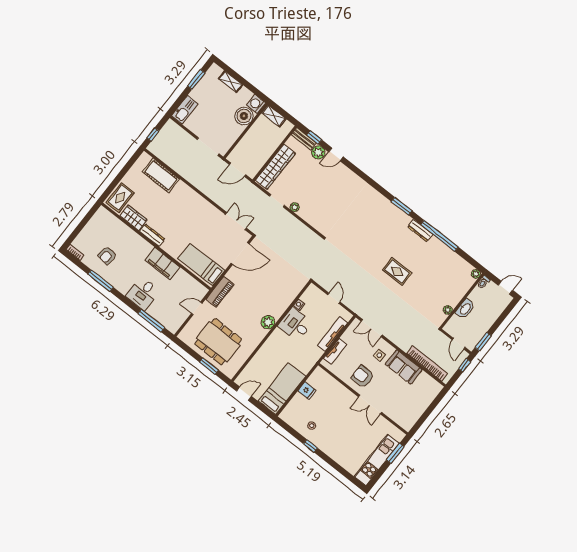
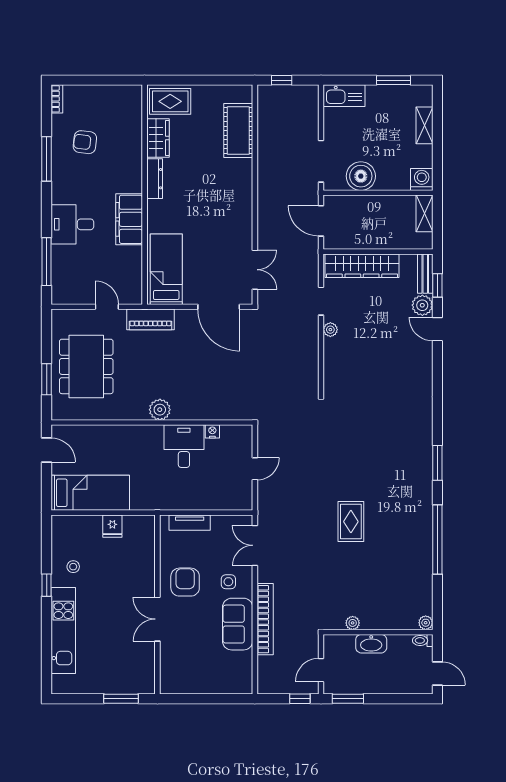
boiler: (244, 116) -> (361, 176), moved
dresser: (420, 230) -> (425, 510), removed
tv unit: (333, 334) -> (209, 502), removed
bookcase: (427, 363) -> (265, 619), moved
kitchen unit: (377, 460) -> (63, 630), moved, turned 90

